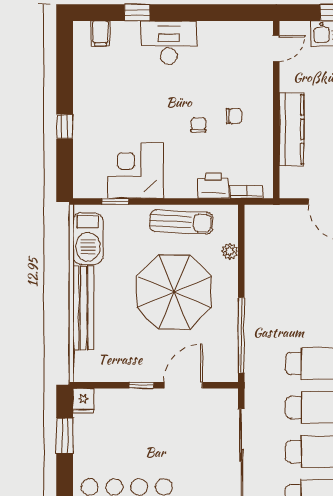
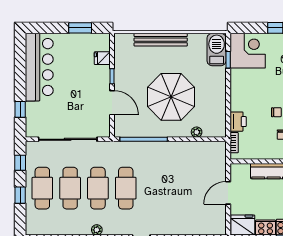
corner desk: (135, 171) -> (248, 51), moved
sun lounger: (181, 222) -> (215, 101), removed
barbecue: (88, 238) -> (217, 49), moved, turned 90
fridge: (83, 401) -> (102, 58), moved

